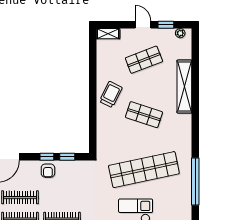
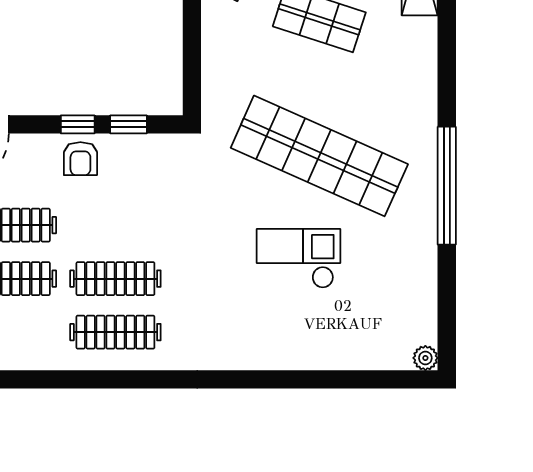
shop shelf: (144, 170) -> (319, 156), turned 36

